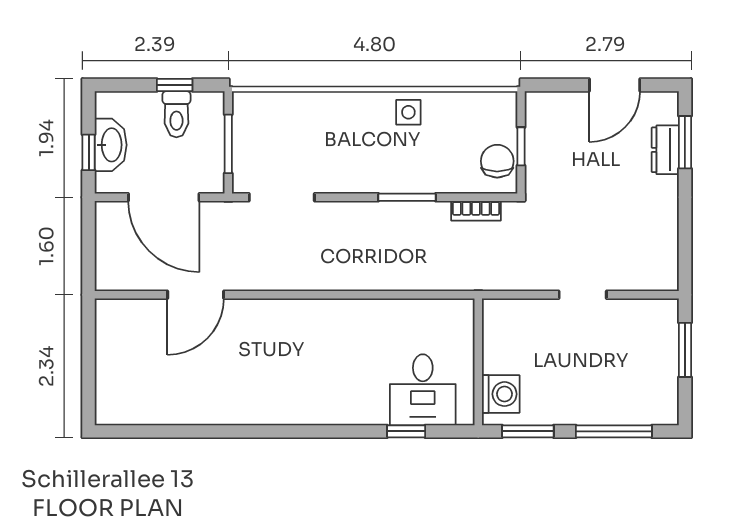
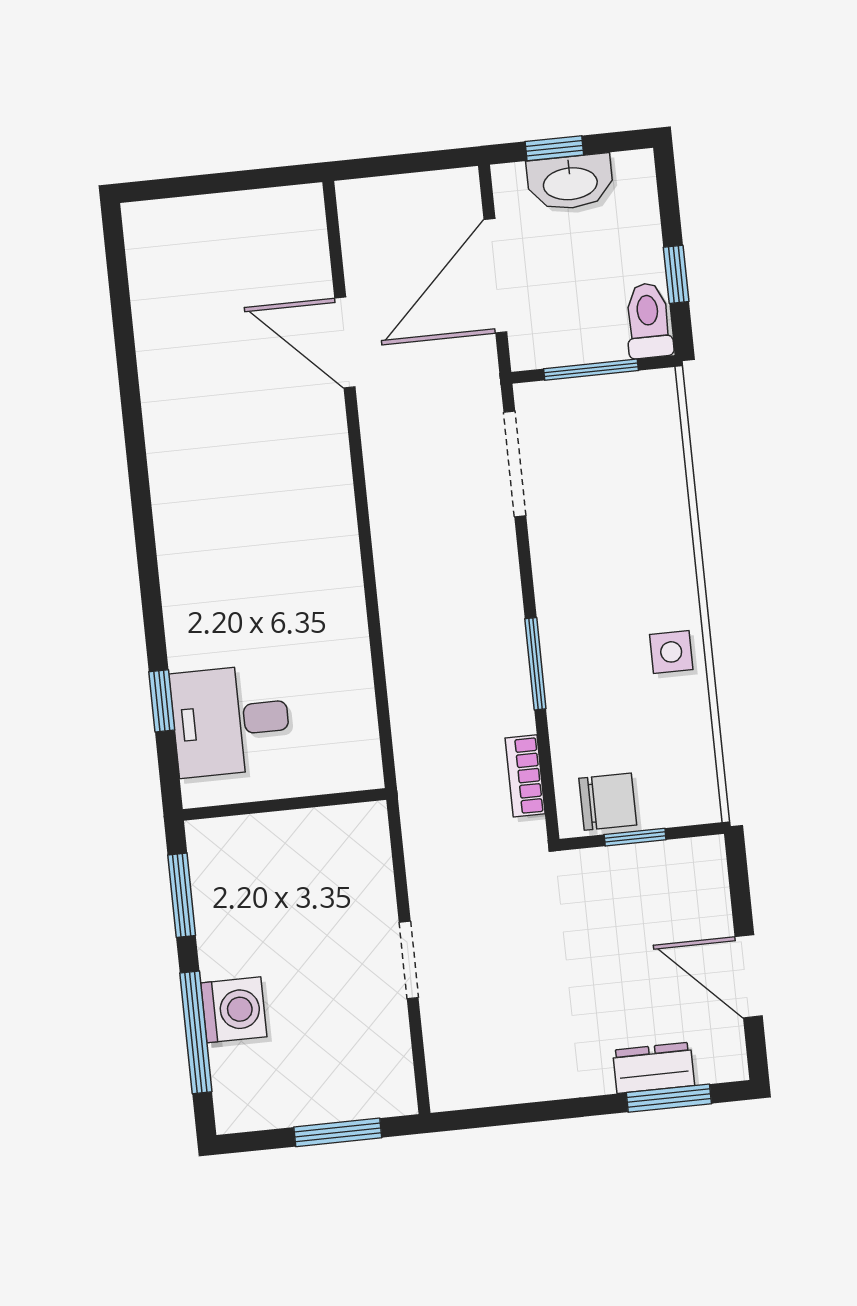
toilet: (176, 114) -> (648, 321), moved, turned 90
washing machine: (501, 394) -> (234, 1010), moved, turned -90

